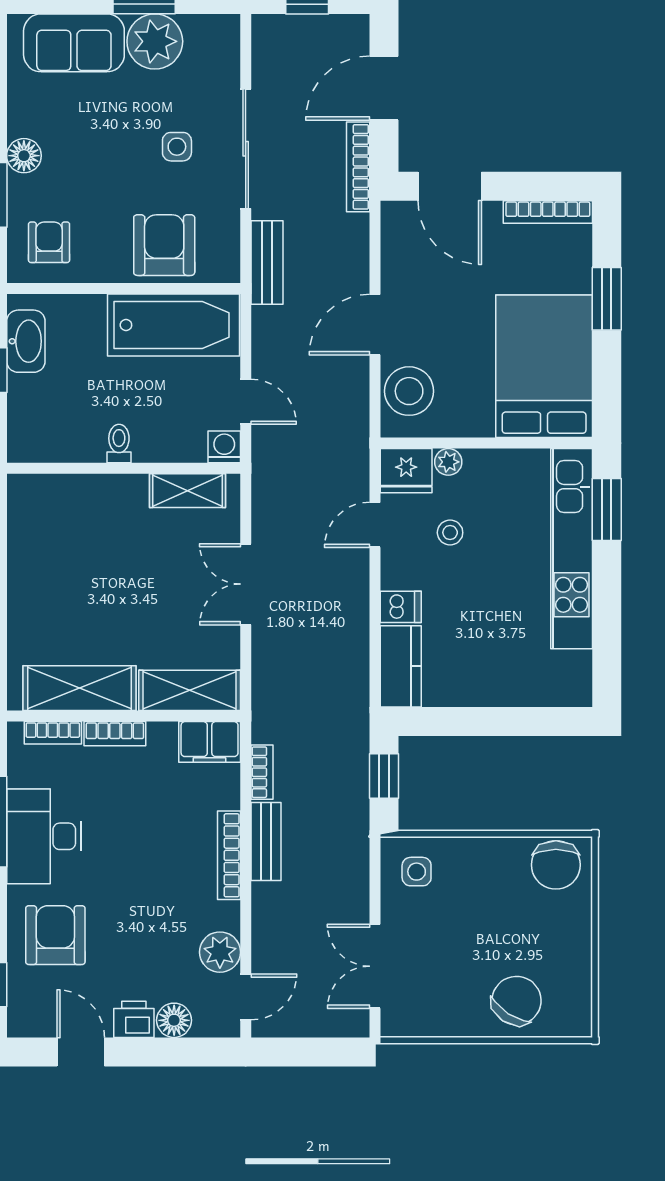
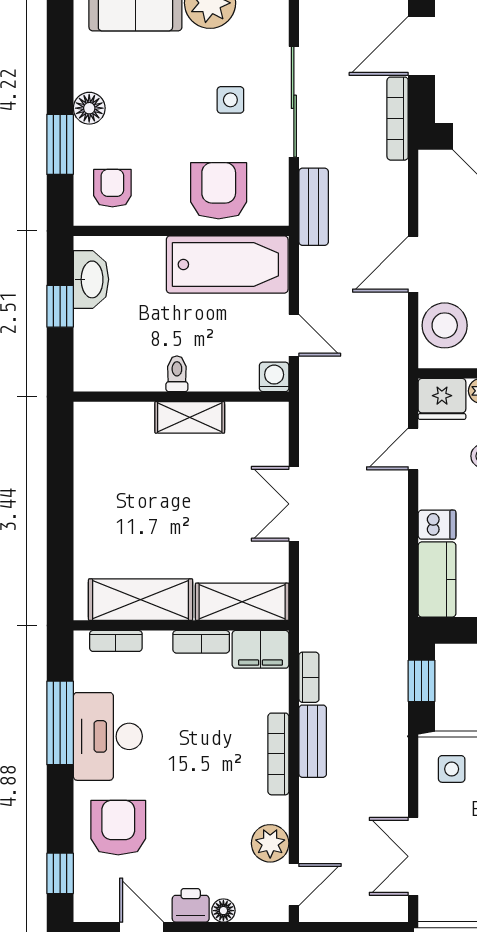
shelving: (188, 491) -> (190, 417), moved
bookcase: (115, 734) -> (201, 642), moved
floor lamp: (174, 1020) -> (223, 911), width x0.73, depth x0.73

